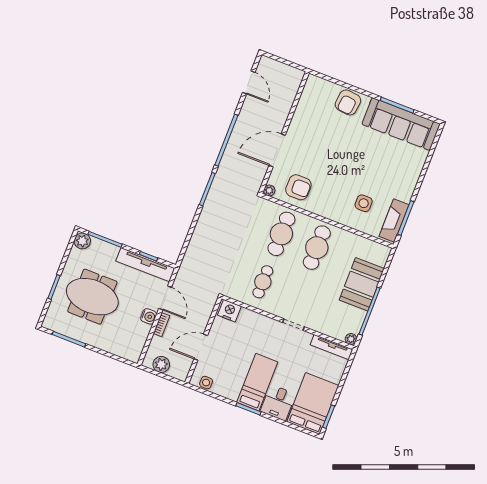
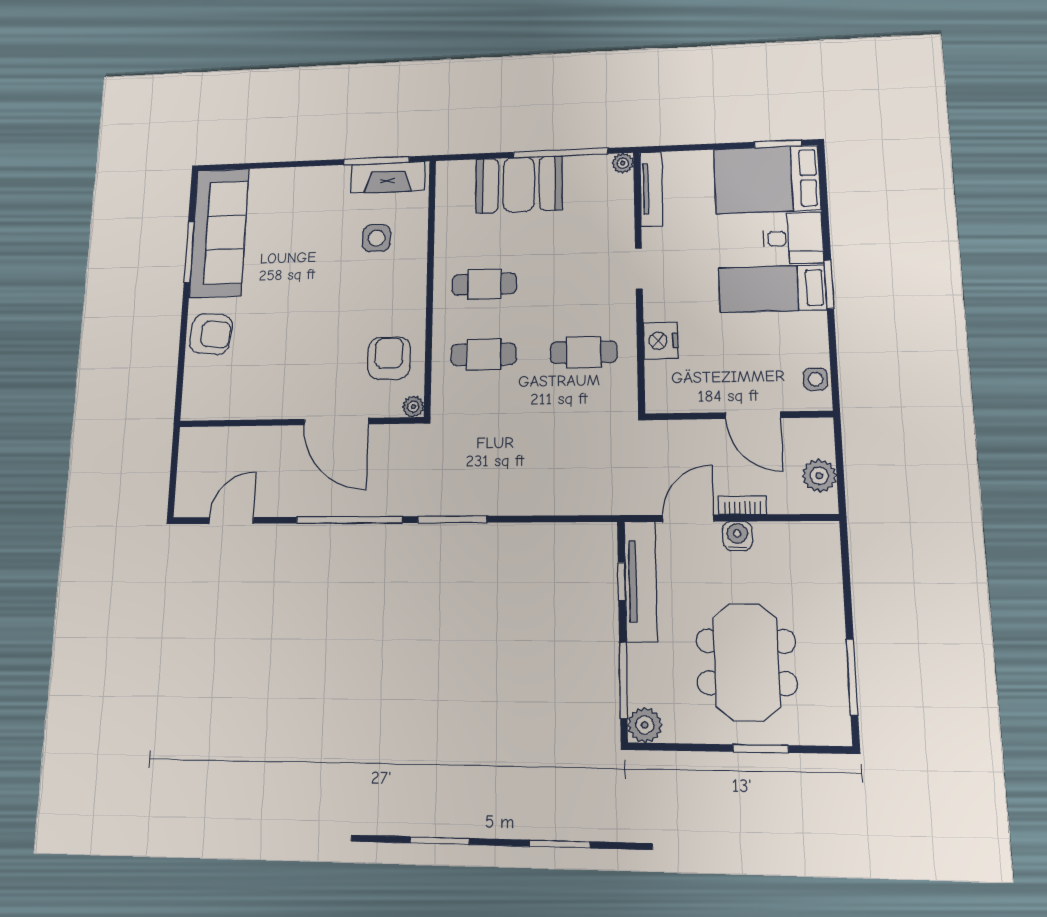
cafe table: (281, 234) -> (484, 354), width x0.73, depth x0.74
cafe table: (317, 248) -> (484, 284), width x0.73, depth x0.74
nightstand: (229, 311) -> (661, 341), moved

